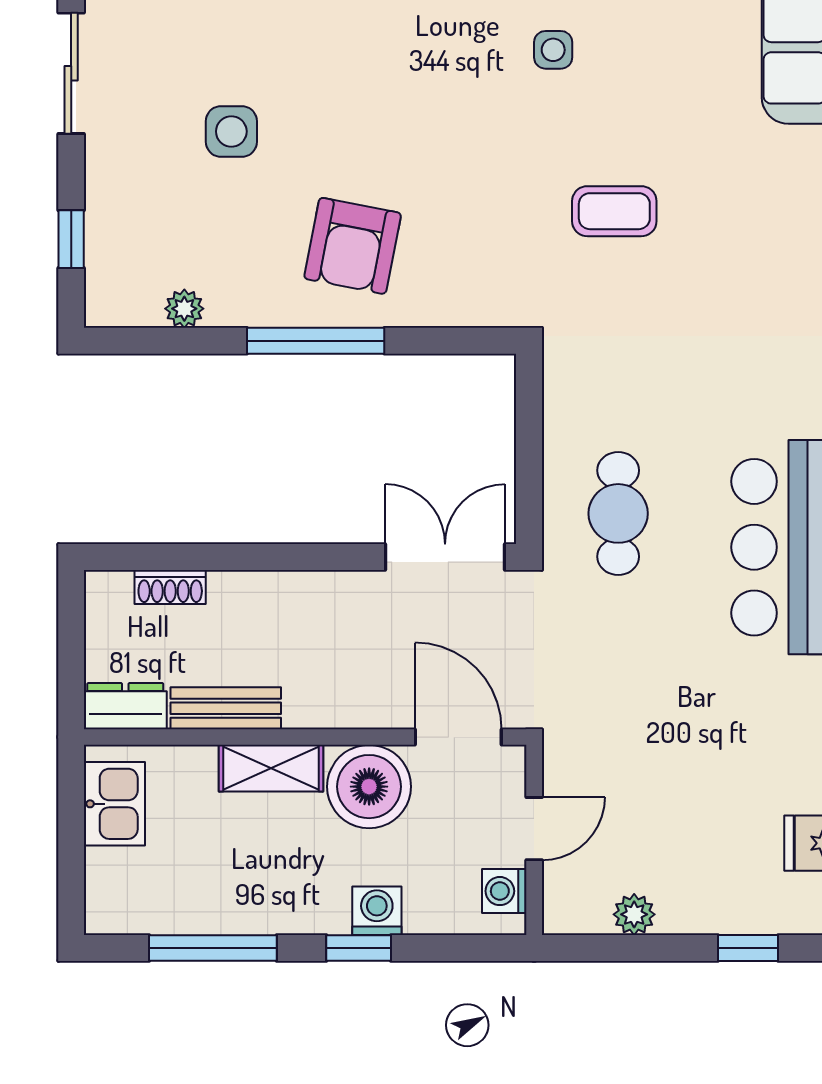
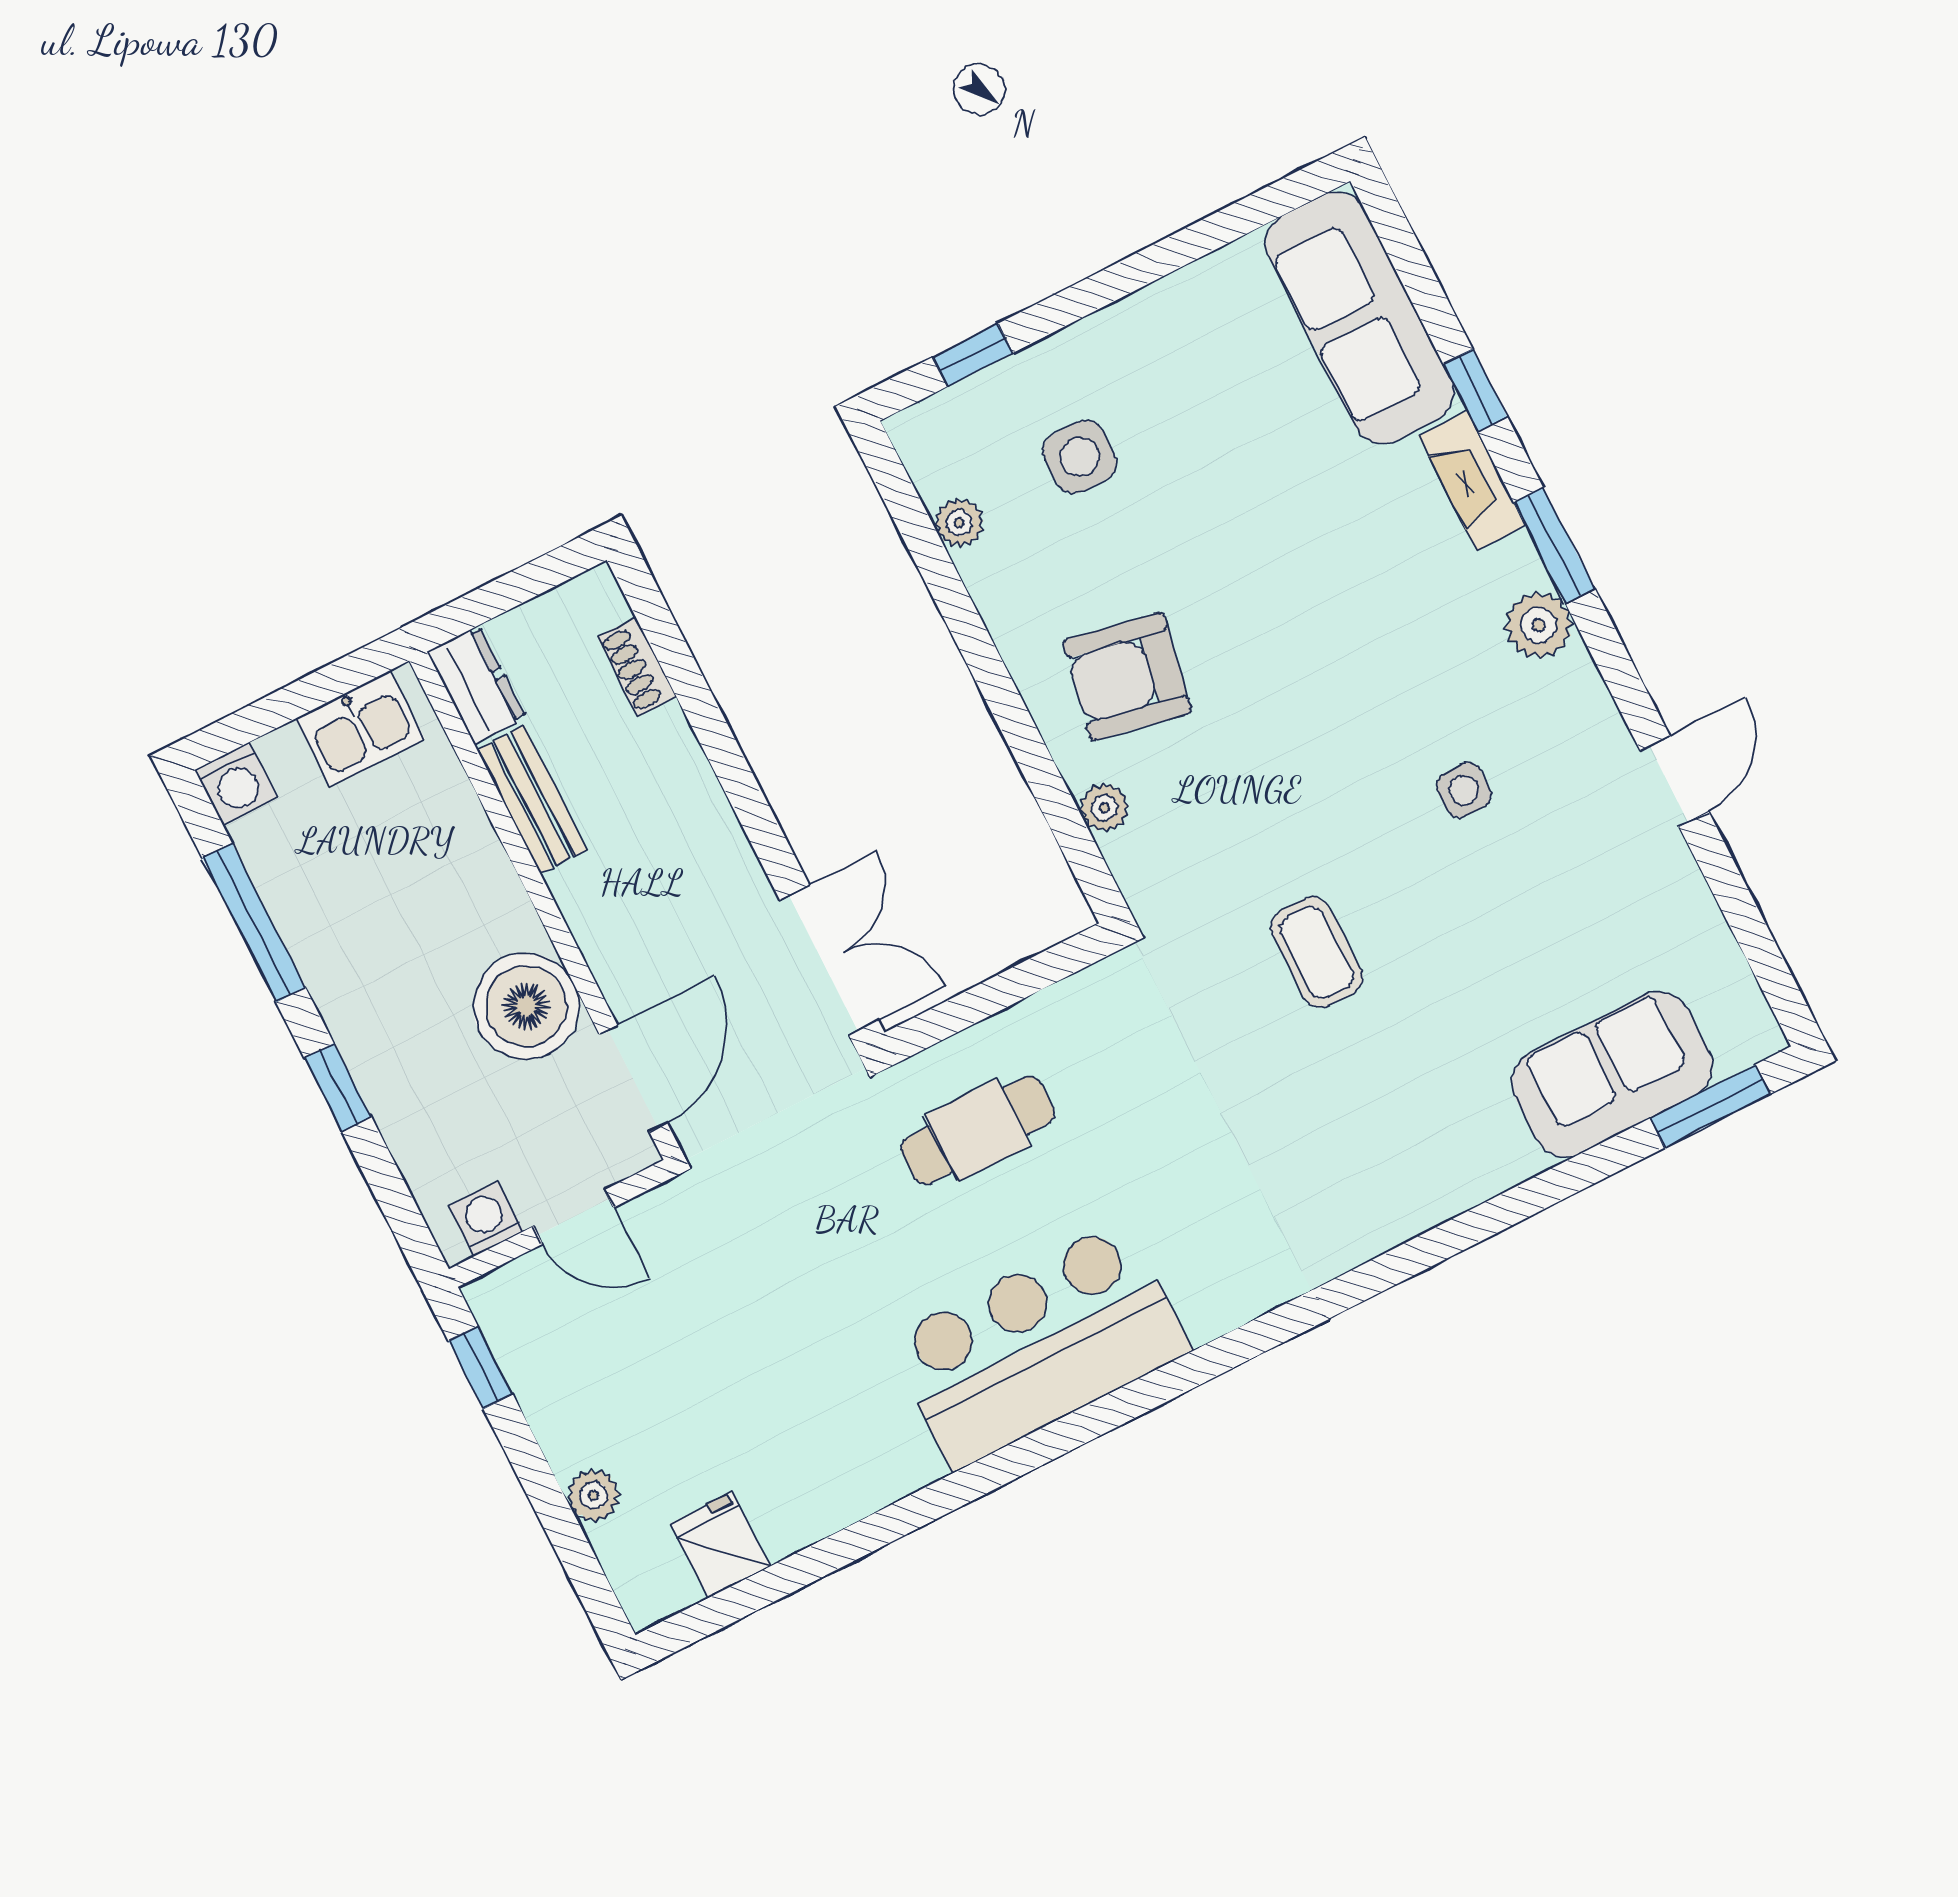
sliding door: (71, 73) -> (1160, 260), removed
side table: (231, 131) -> (1080, 457), moved
plant: (437, 309) -> (1104, 808), added
window: (316, 341) -> (998, 690), removed
shelving: (271, 768) -> (490, 885), removed
washing machine: (377, 911) -> (236, 783), moved, turned 90
plant: (634, 914) -> (593, 1495), moved
window: (748, 948) -> (480, 1367), moved

